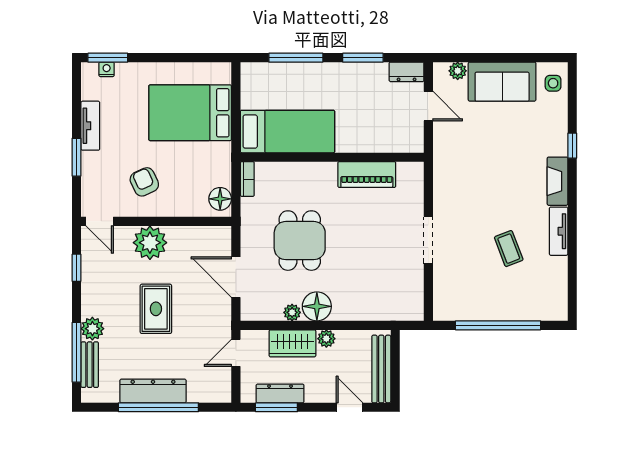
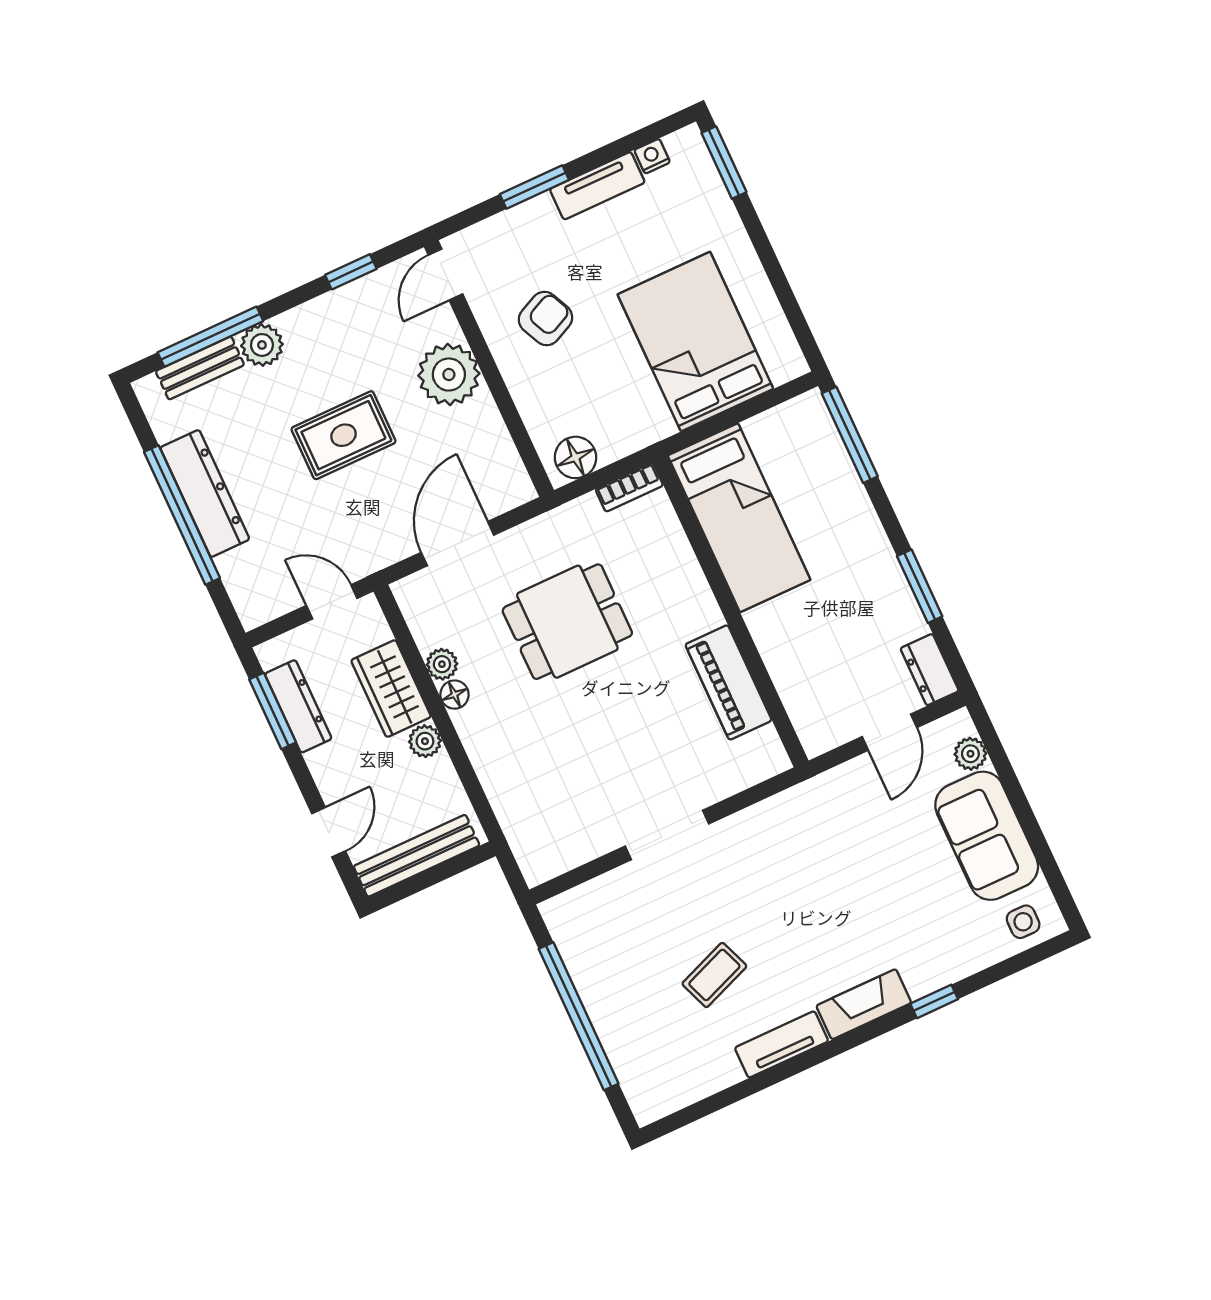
window: (296, 58) -> (850, 435), moved
nightstand: (107, 69) -> (652, 156), moved, turned -90
floor lamp: (317, 306) -> (454, 695), width x0.53, depth x0.53

